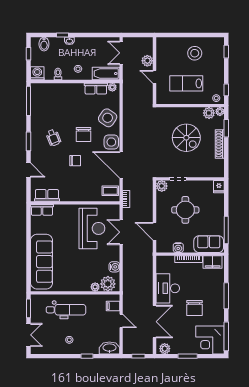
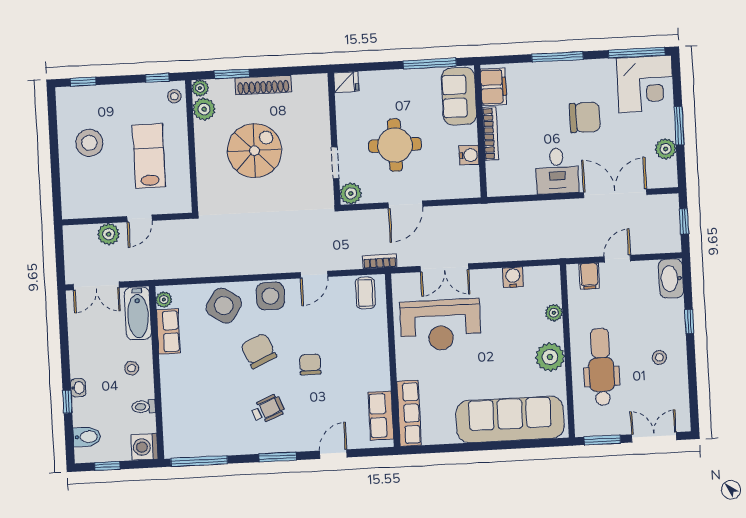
lab bench: (186, 83) -> (149, 156), turned 180
chair: (83, 134) -> (259, 351), turned -114
door: (121, 165) -> (314, 275), width x0.53
row of seats: (42, 210) -> (409, 413), width x1.48
reception desk: (92, 228) -> (440, 325), turned 180
door: (155, 231) -> (405, 205), moved
plant: (108, 284) -> (550, 357), moved
desk: (168, 288) -> (557, 171), width x0.73
plant: (165, 349) -> (666, 149), moved

